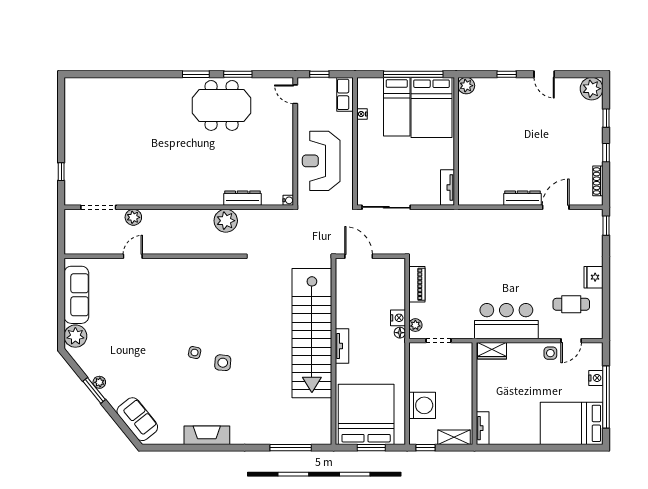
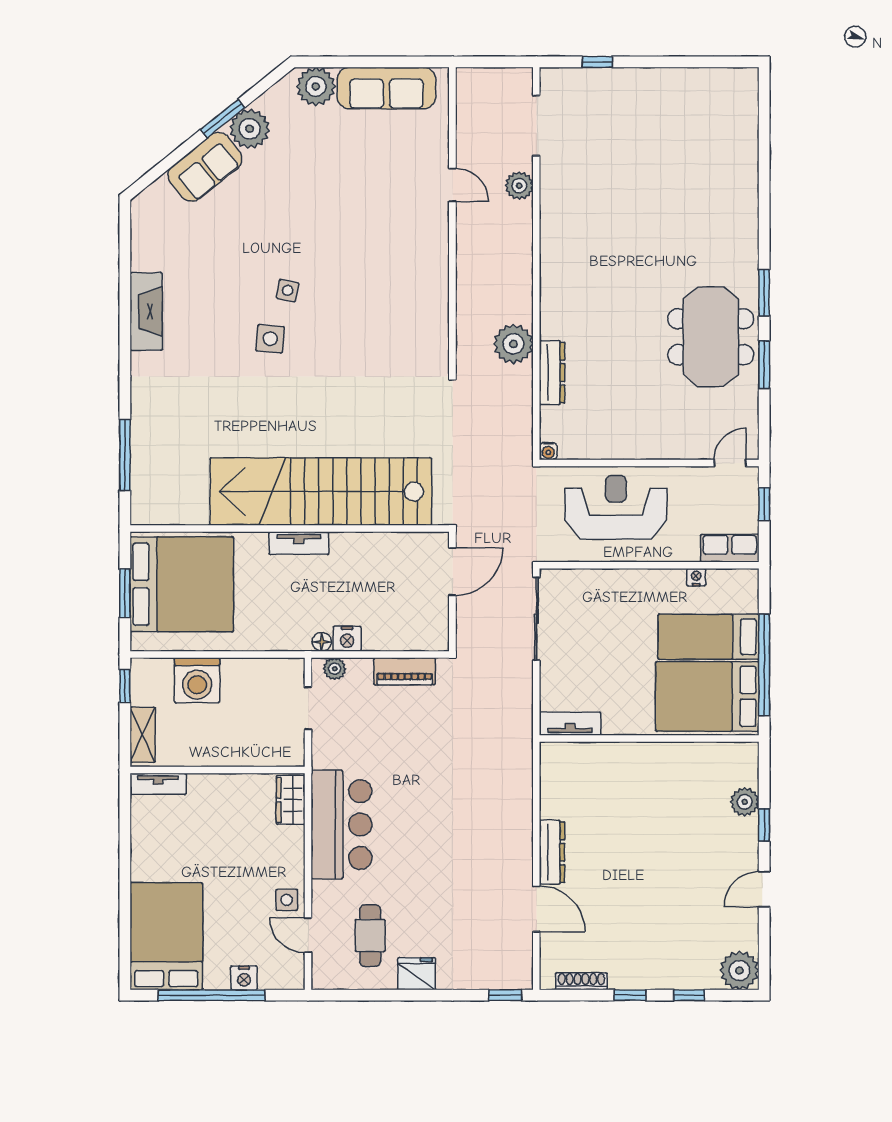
plant: (466, 86) -> (745, 802), moved
plant: (99, 382) -> (250, 129), width x1.88, depth x1.88
sofa: (137, 419) -> (205, 167), moved

